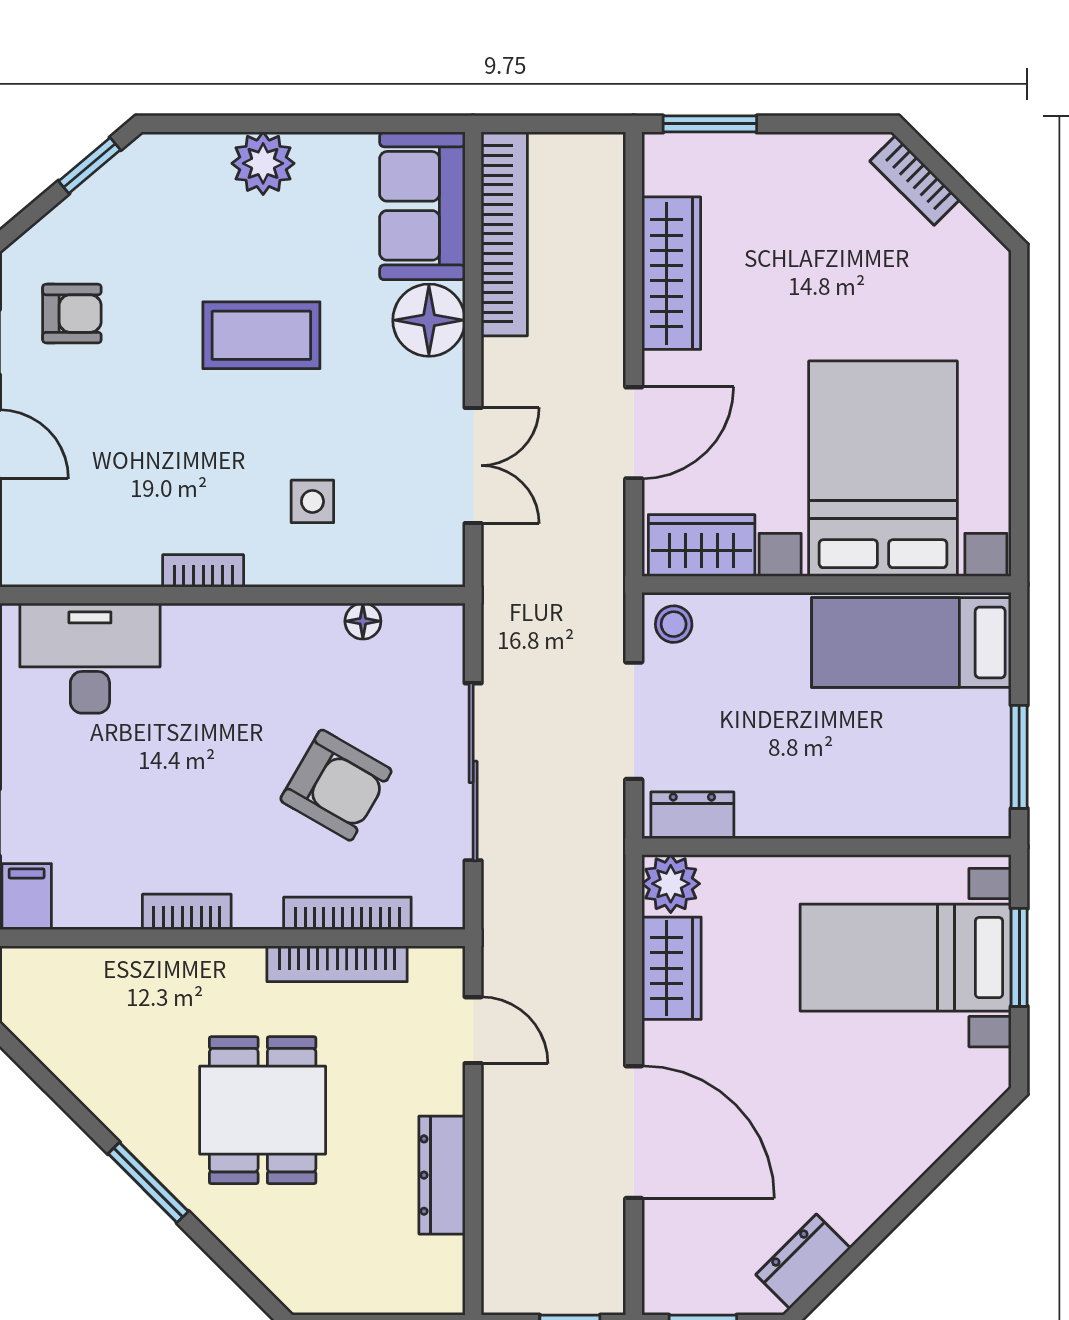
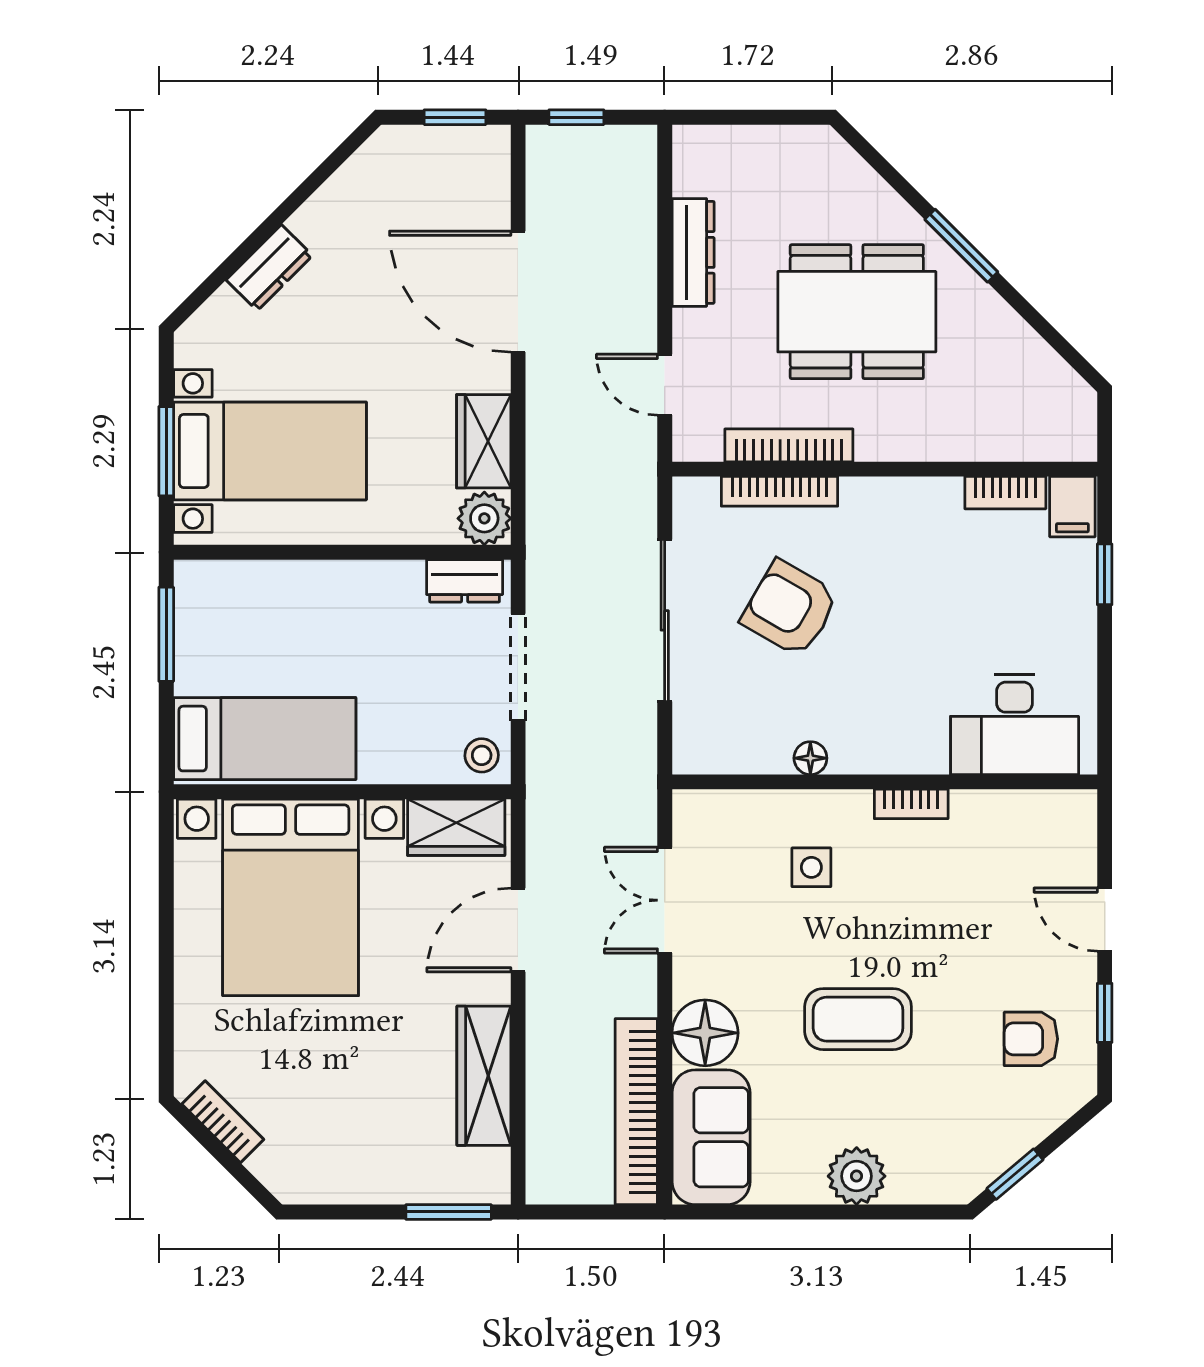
bookcase: (915, 180) -> (223, 1122), moved
floor lamp: (363, 621) -> (810, 758), moved
bookcase: (187, 912) -> (1005, 493), moved
dining table: (263, 1110) -> (857, 312), width x1.38
dresser: (803, 1261) -> (269, 268), moved

